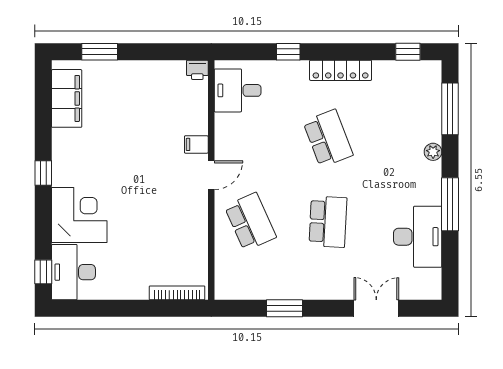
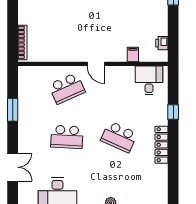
window: (408, 52) -> (173, 187), removed
printer: (197, 70) -> (162, 43), moved
school desk: (328, 138) -> (119, 137), turned 45
filing cabinet: (196, 144) -> (133, 55), moved

